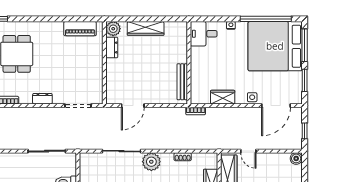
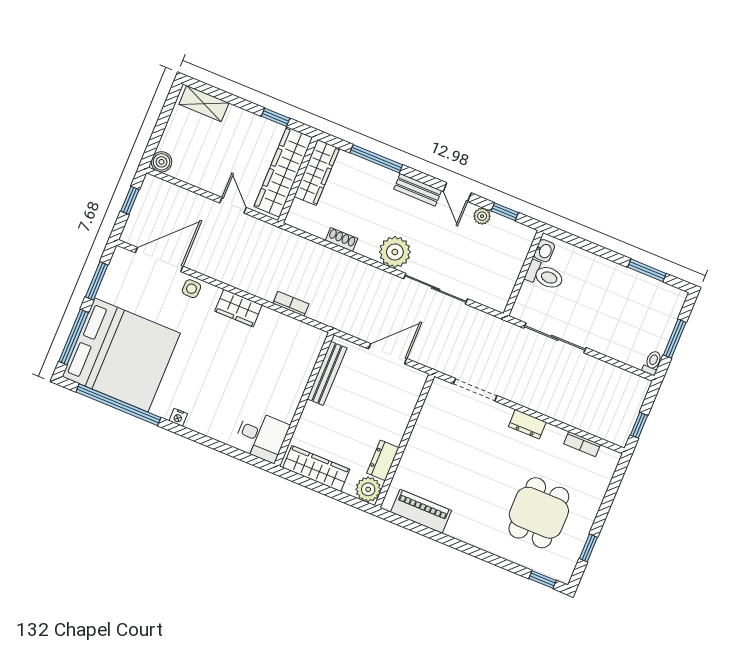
desk: (204, 34) -> (261, 436), moved
wall: (189, 63) -> (304, 399), moved
bench: (182, 82) -> (327, 373), moved

